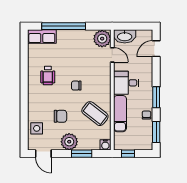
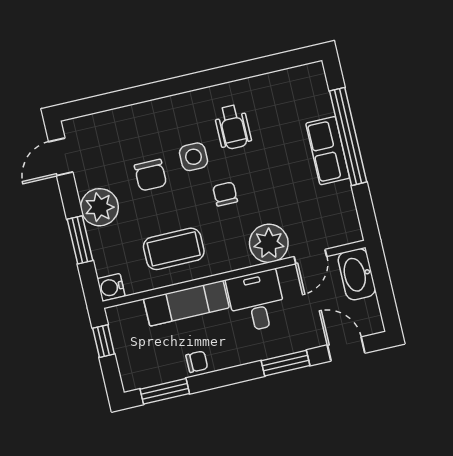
row of seats: (42, 36) -> (328, 151), moved
plant: (102, 39) -> (269, 243), moved
wheelchair: (48, 75) -> (233, 127), turned -90
window: (156, 97) -> (286, 363), moved
coffee table: (95, 114) -> (174, 249), turned 52
side table: (37, 128) -> (193, 157), moved

